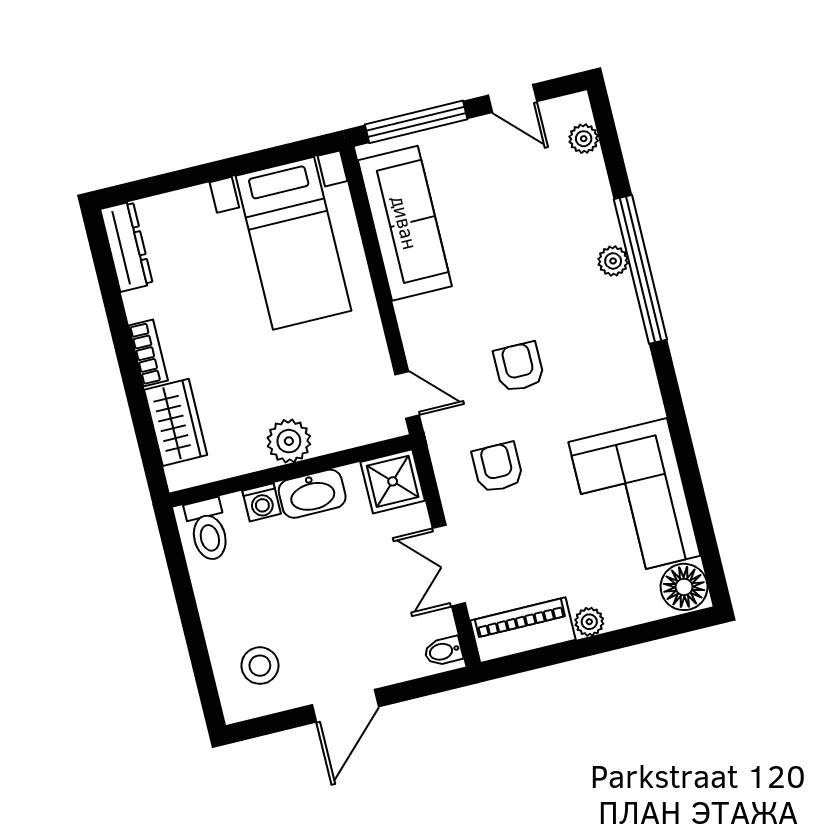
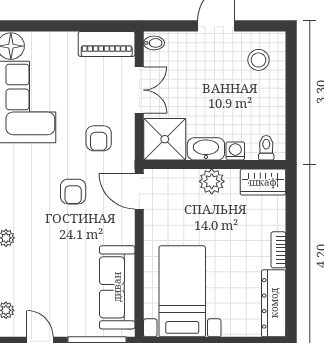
dresser: (127, 246) -> (274, 303), width x1.37, depth x1.24
door: (407, 395) -> (139, 191), width x1.38
wardrobe: (176, 422) -> (263, 182), moved, turned -90
shower: (393, 481) -> (165, 139), width x1.36, depth x1.36
toilet: (208, 530) -> (266, 148), width x0.73, depth x0.72
plant: (589, 622) -> (68, 40), removed

